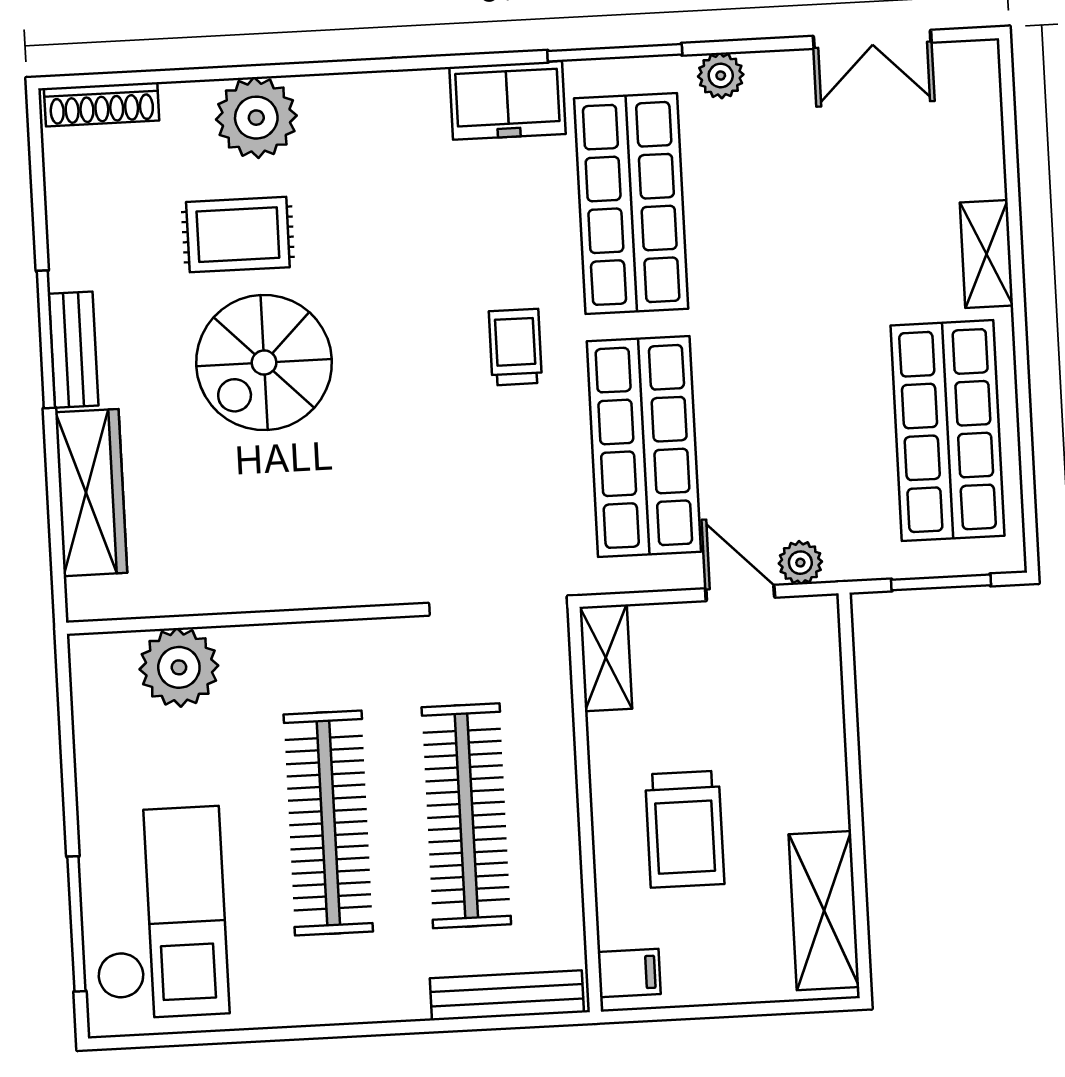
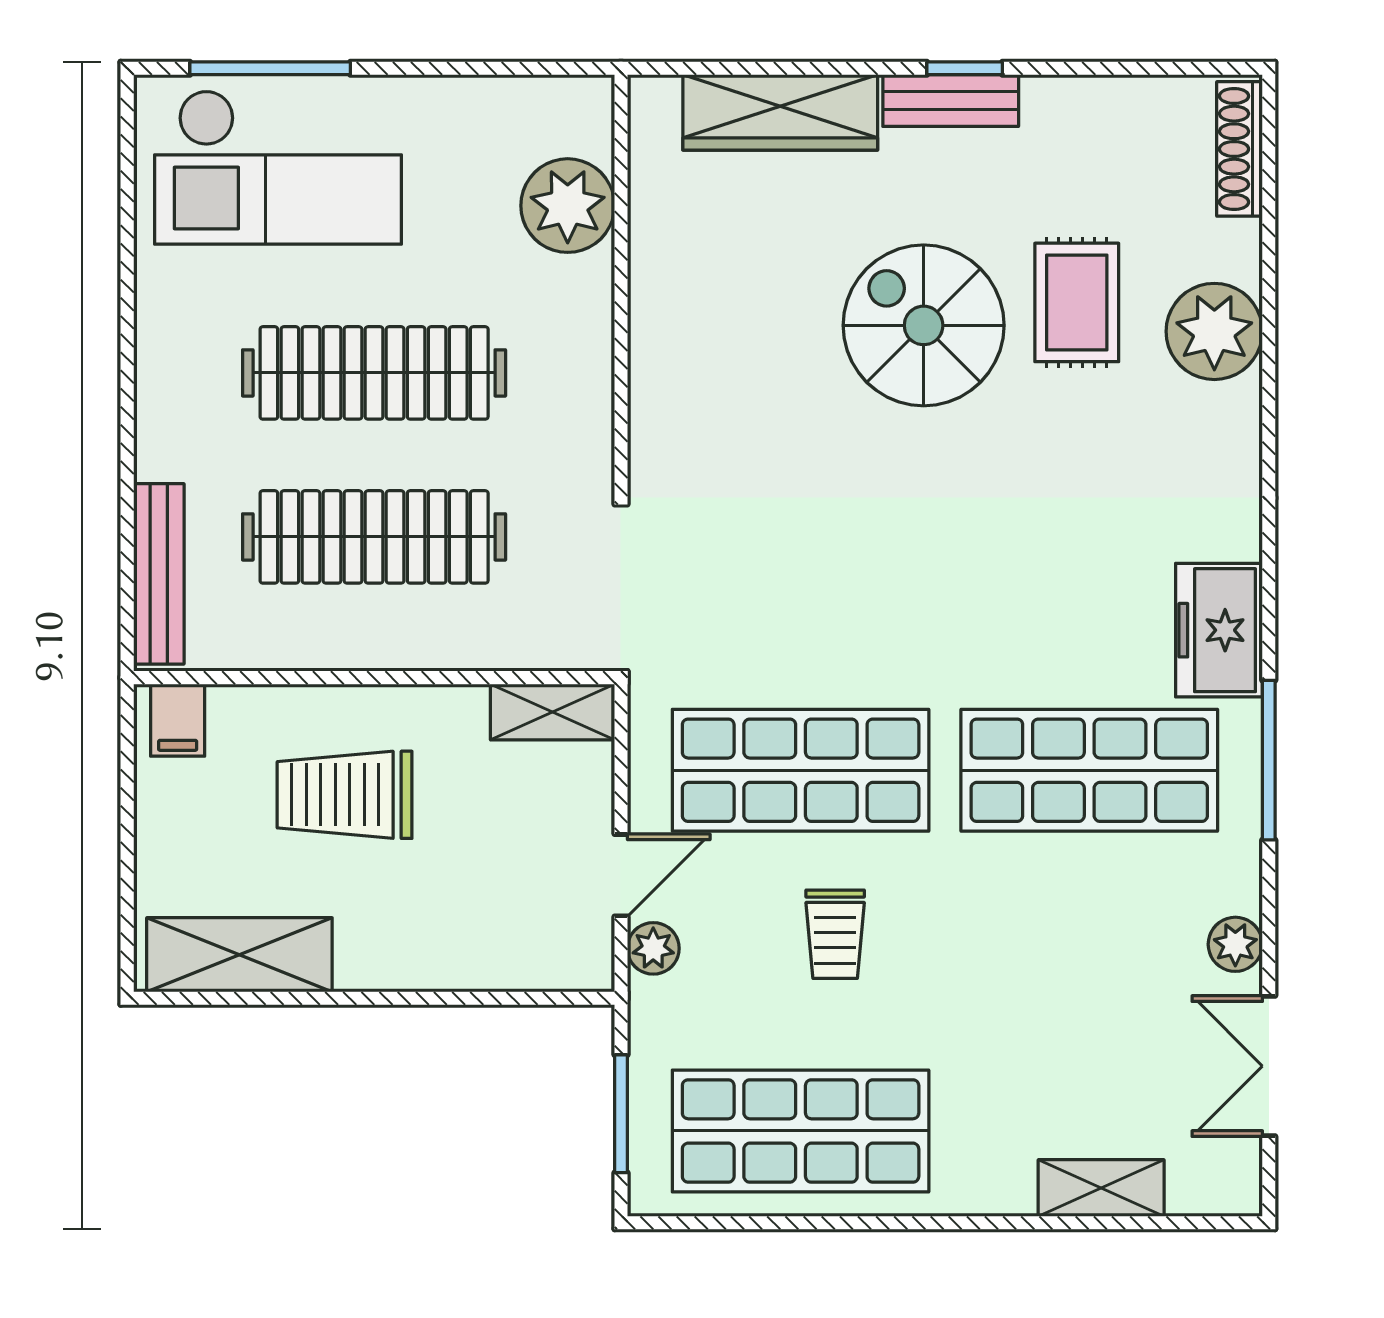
plant: (721, 75) -> (1235, 944), moved
shelving: (986, 254) -> (1101, 1188), moved
window: (46, 339) -> (965, 68), width x0.46
trolley: (515, 347) -> (835, 934), moved, turned 90

